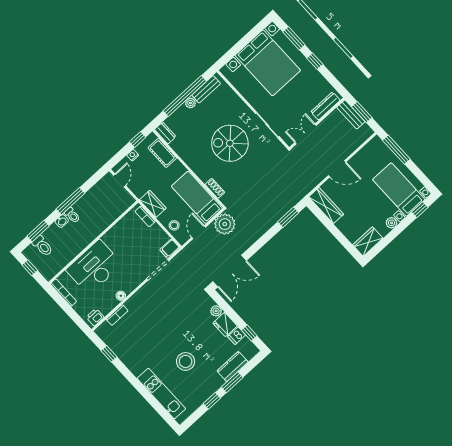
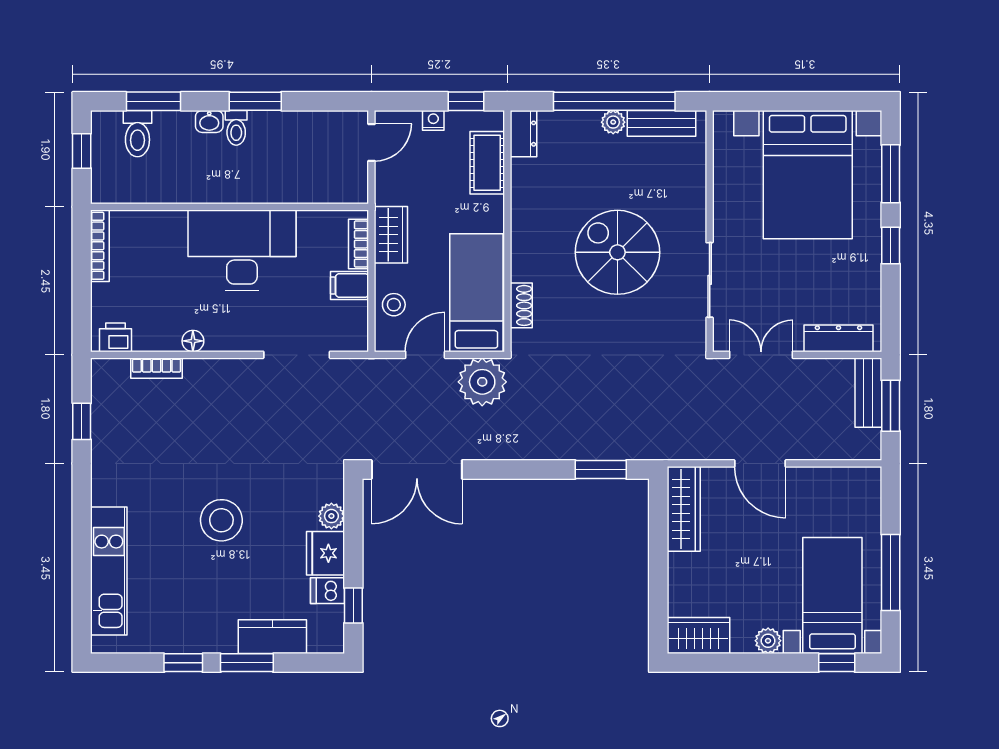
window: (396, 150) -> (891, 573), moved
window: (70, 201) -> (255, 101), width x0.69
filing cabinet: (170, 249) -> (349, 285), moved
desk: (94, 267) -> (242, 250), moved
stool: (186, 361) -> (221, 520), moved

